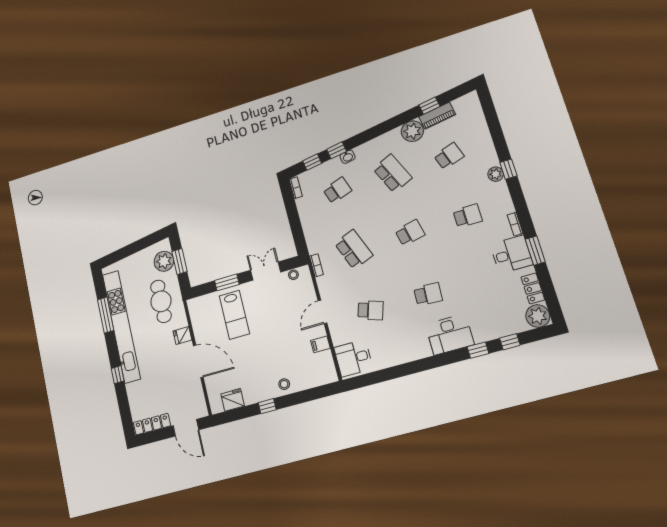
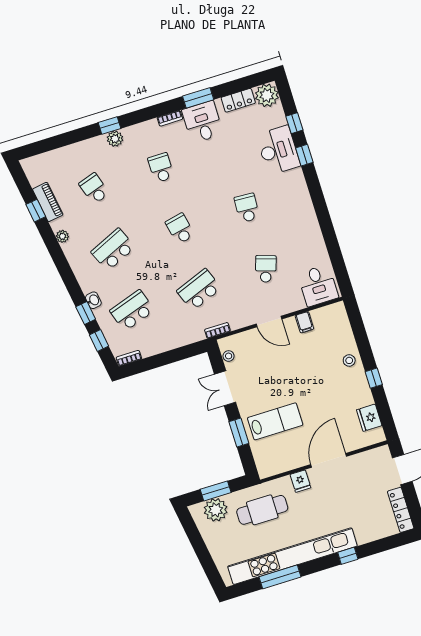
plant: (412, 131) -> (62, 236), width x0.53, depth x0.53
school desk: (337, 190) -> (132, 310), width x1.85
desk: (450, 334) -> (278, 150), moved

